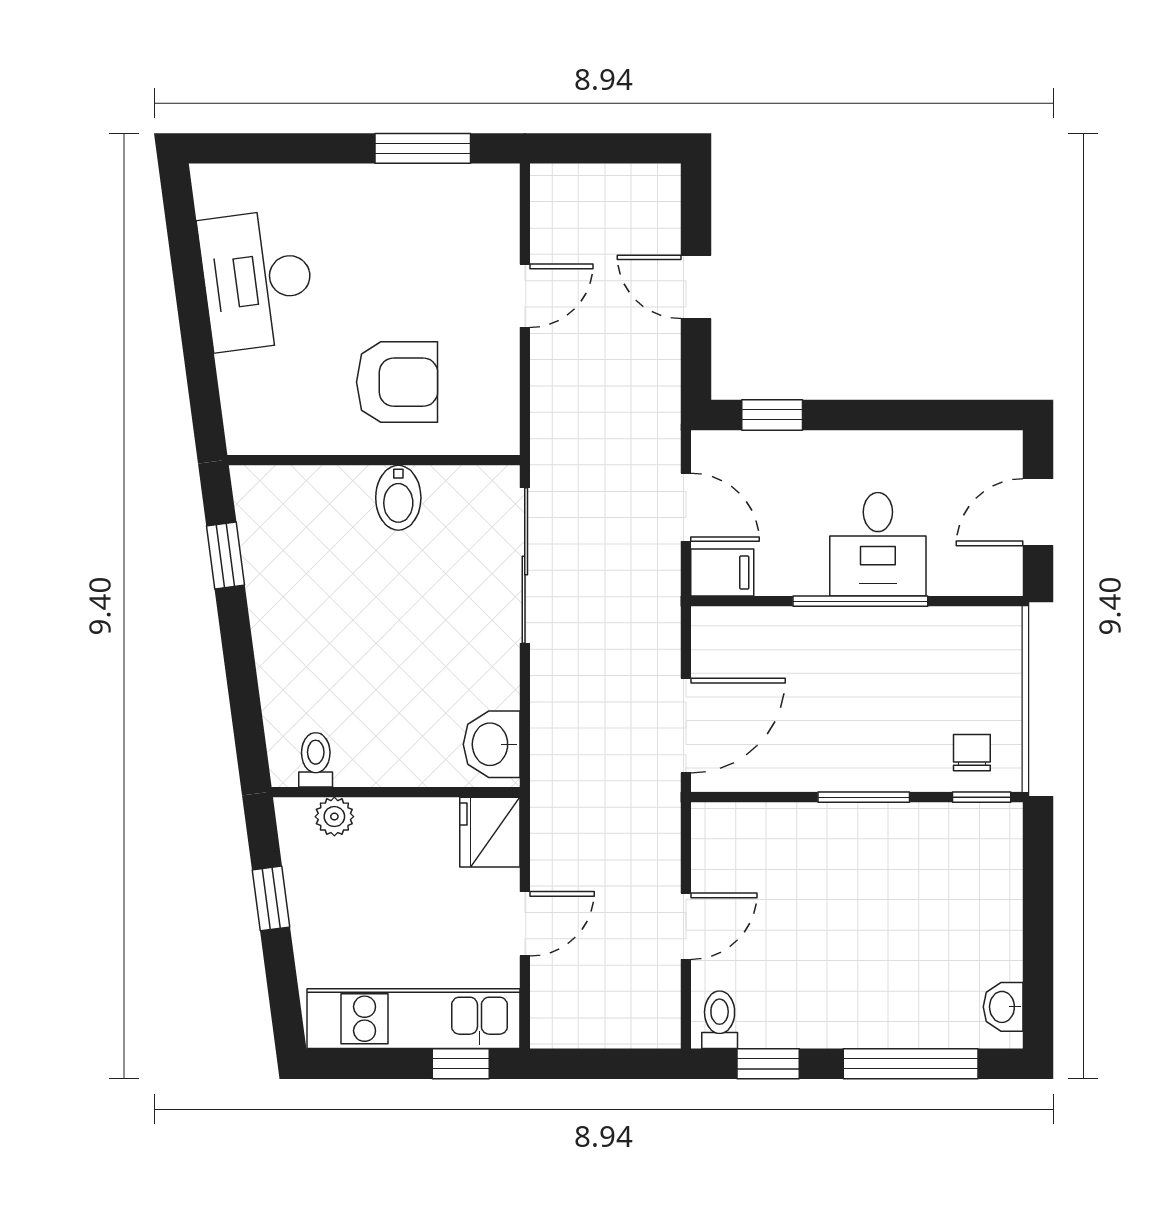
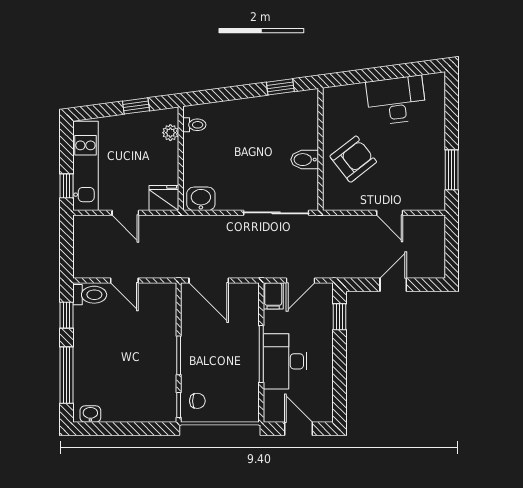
armchair: (397, 382) -> (353, 159), turned -128
desk: (878, 544) -> (285, 361), width x1.37
toilet: (720, 1020) -> (90, 295), width x1.37, depth x1.39

